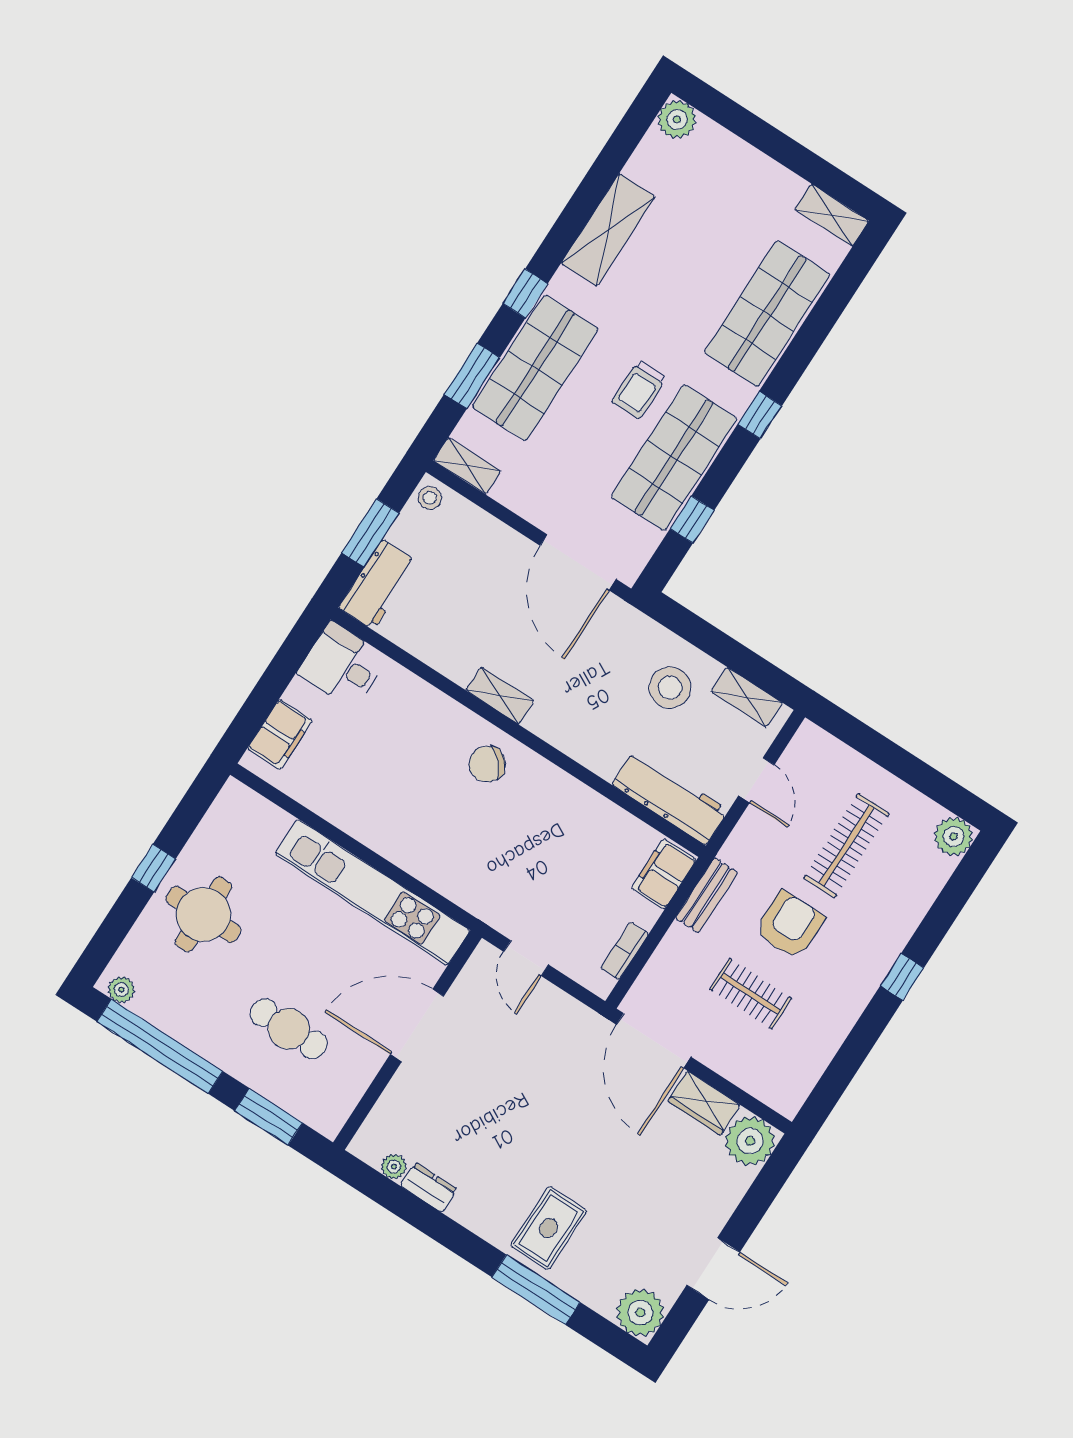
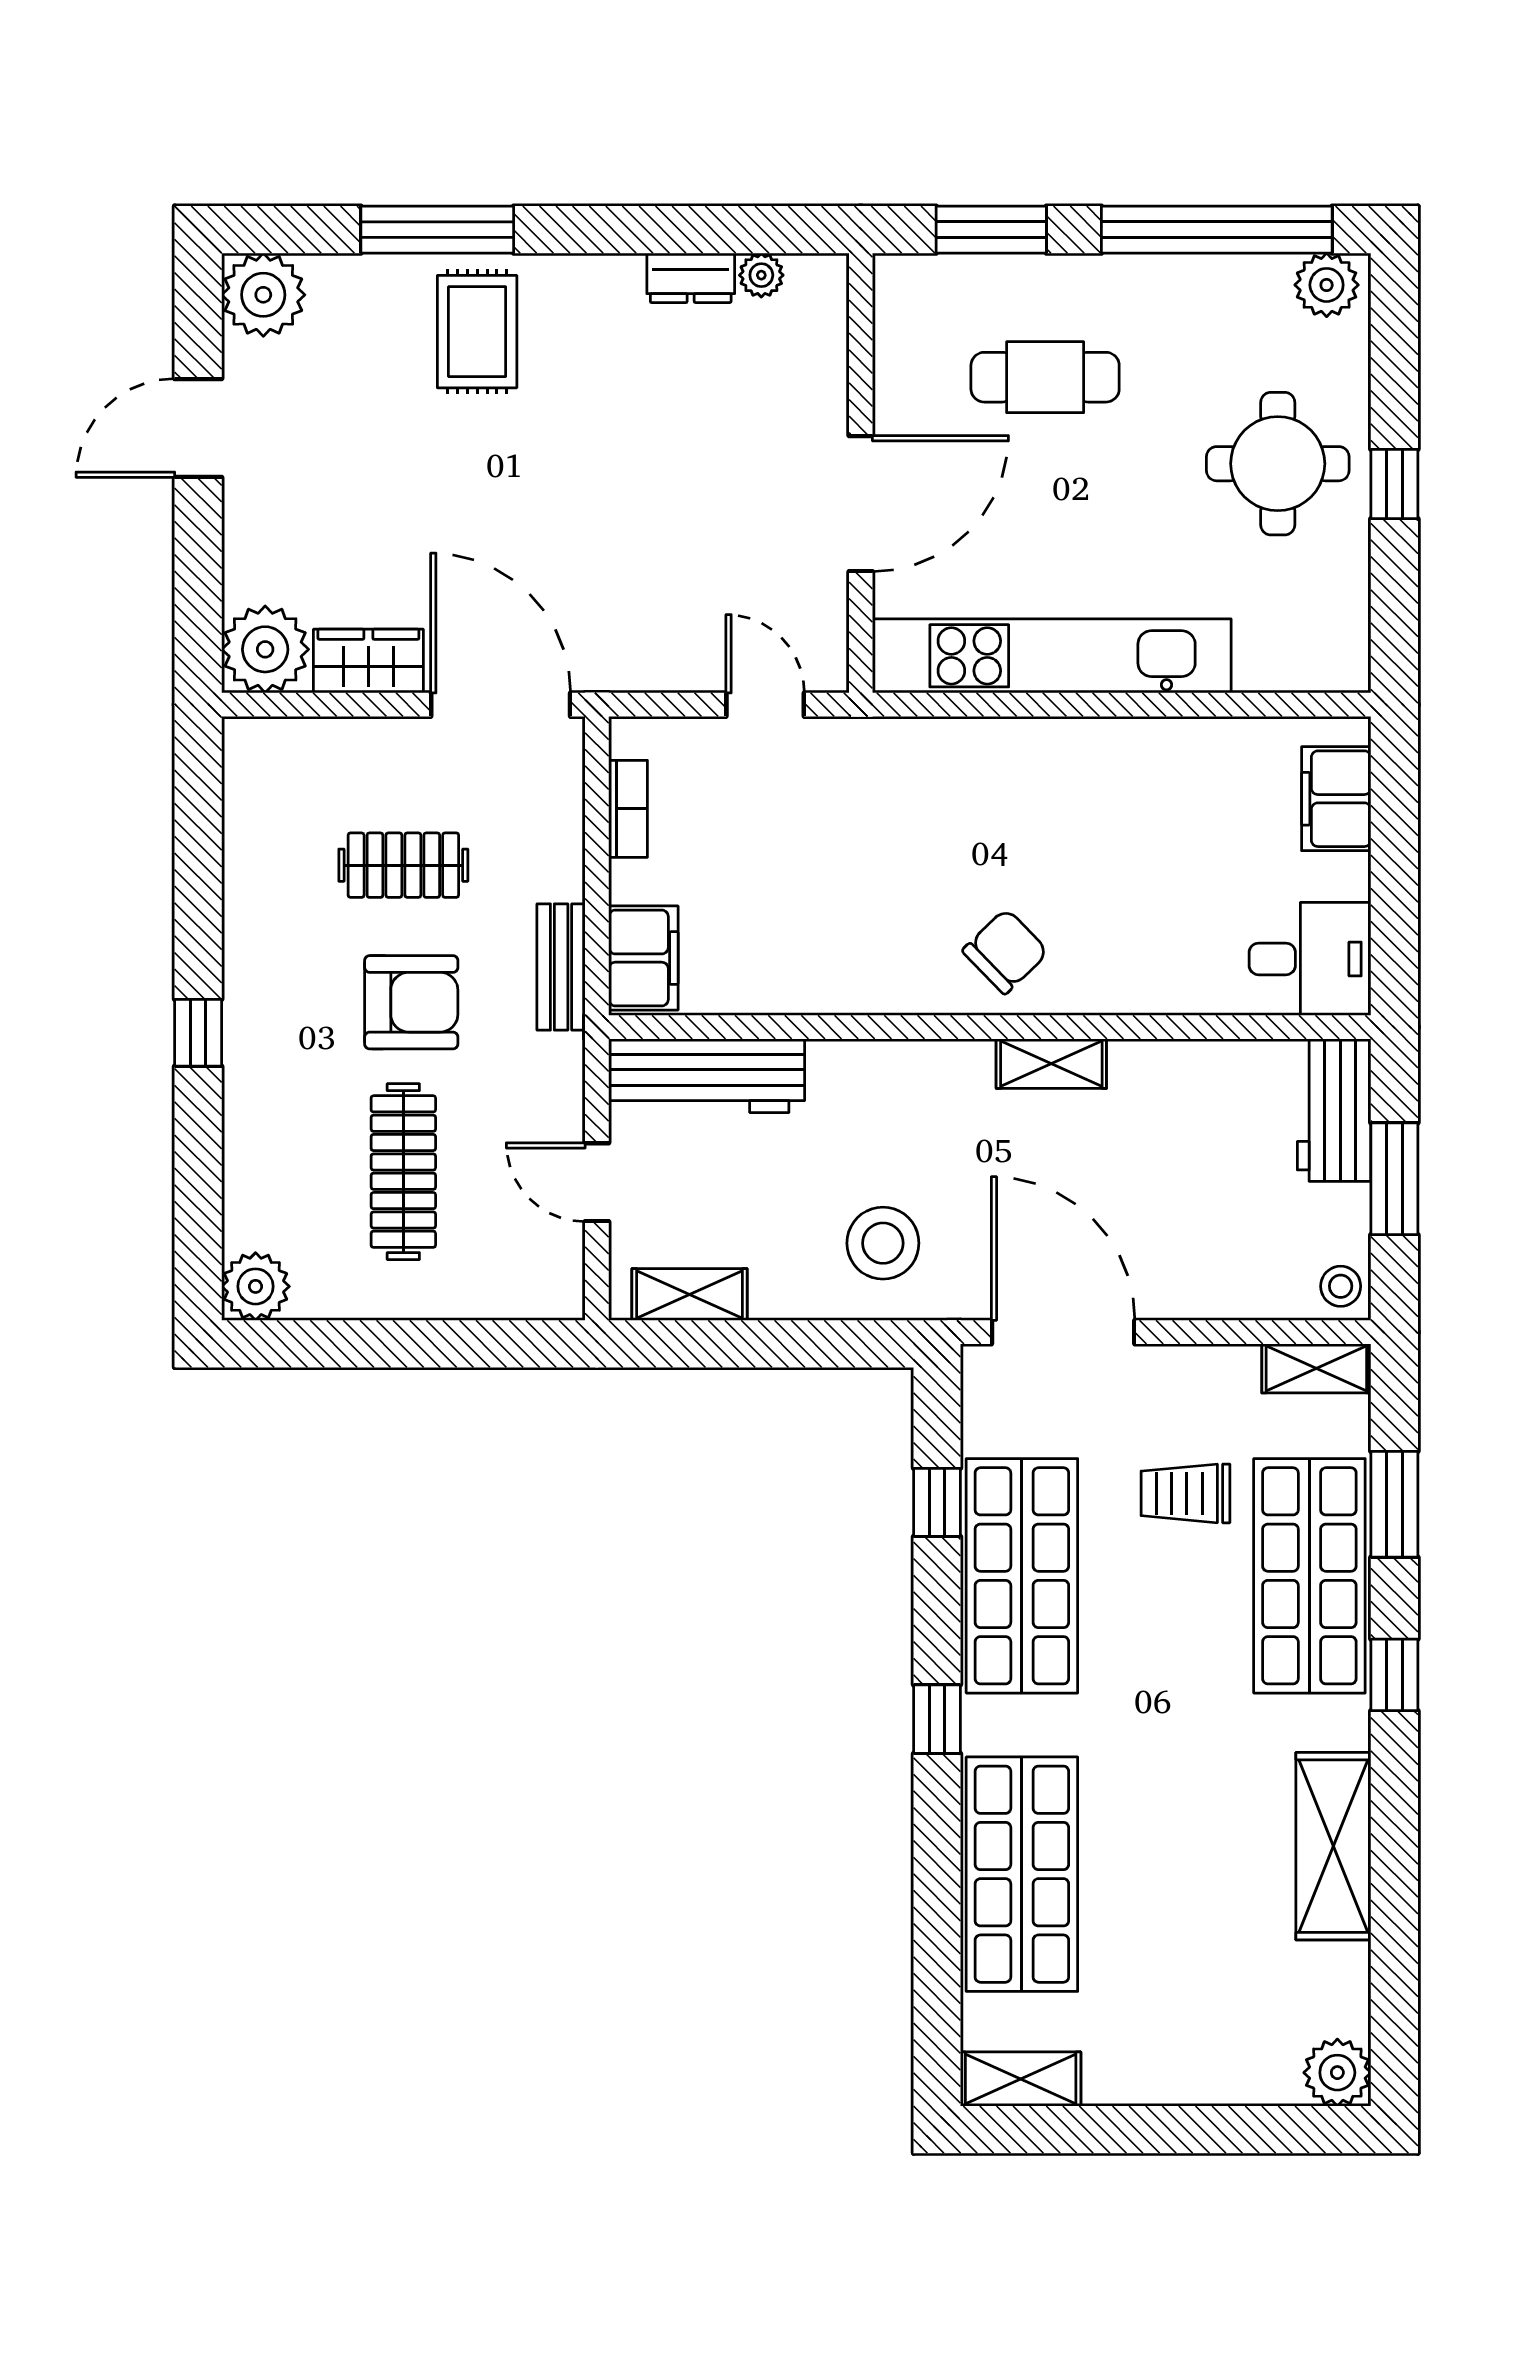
trolley: (639, 390) -> (1185, 1493), moved, turned -90
stool: (670, 688) -> (883, 1243), moved
armchair: (790, 925) -> (411, 1002), turned -90
plant: (121, 990) -> (1327, 285), width x1.38, depth x1.38

